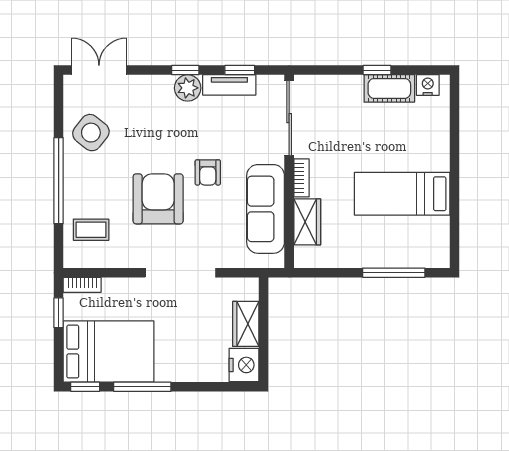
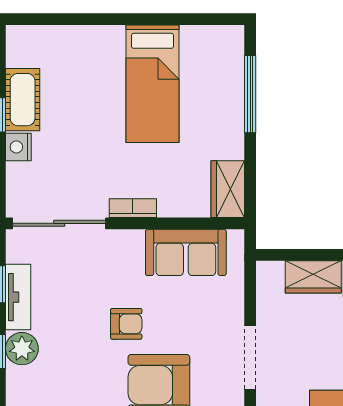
nightstand: (428, 85) -> (18, 147), moved
sofa: (266, 209) -> (186, 252), width x0.73
wardrobe: (307, 222) -> (228, 189), moved, turned -90
doorway: (181, 273) -> (250, 357), width x0.73

